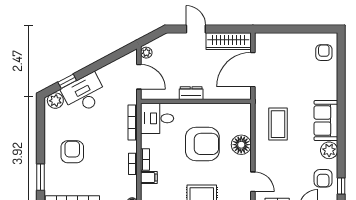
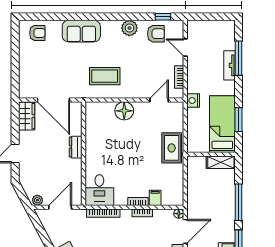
wardrobe: (228, 41) -> (27, 116), width x0.67
armchair: (324, 53) -> (37, 33), turned 180
dresser: (191, 93) -> (76, 147), moved
sofa: (326, 121) -> (81, 31), moved
armchair: (202, 144) -> (123, 147), removed

